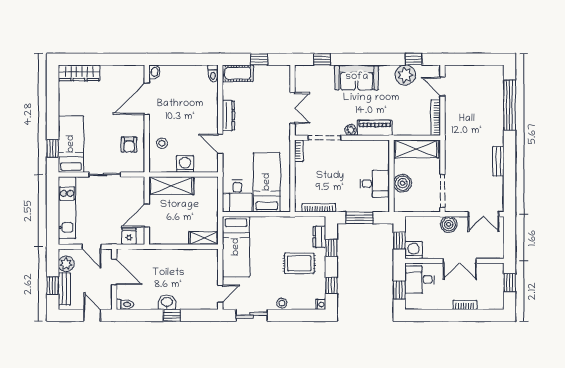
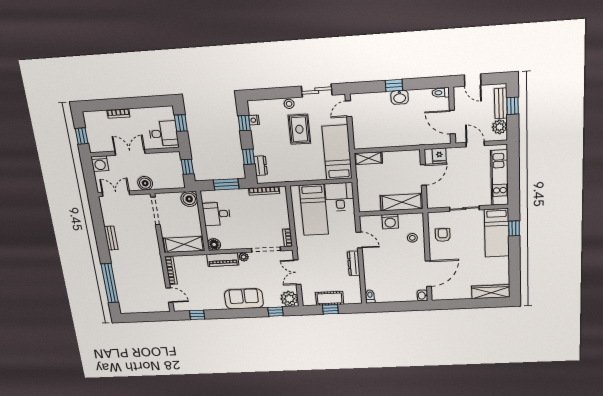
cot: (238, 73) -> (330, 298), moved
plant: (405, 75) -> (289, 299), moved
floor lamp: (382, 147) -> (214, 244), added
boiler: (403, 183) -> (189, 199), moved
washing machine: (414, 250) -> (100, 164), moved
rug: (299, 263) -> (299, 129), moved, turned 90
nightstand: (321, 304) -> (254, 120), moved

